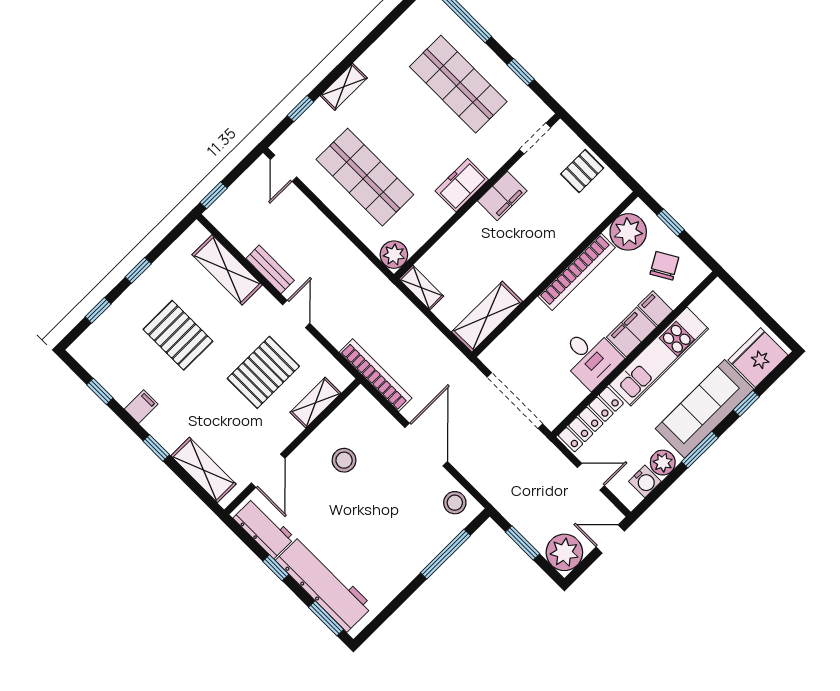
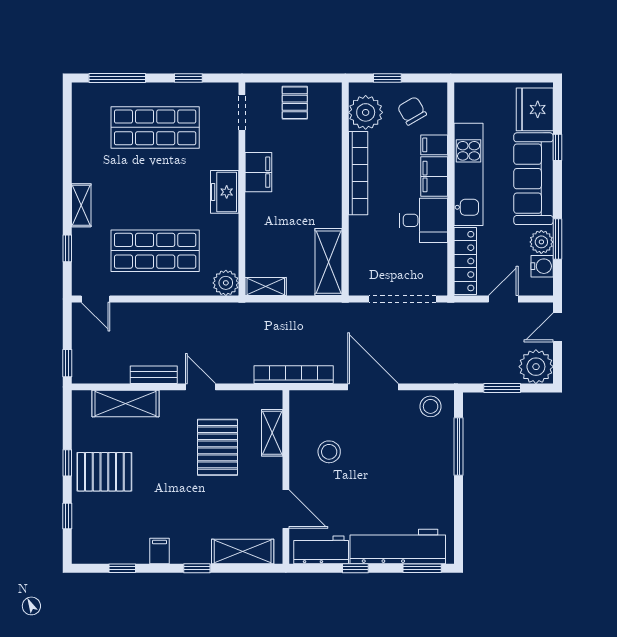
pallet: (178, 335) -> (104, 472), moved
window: (700, 450) -> (557, 239), moved

